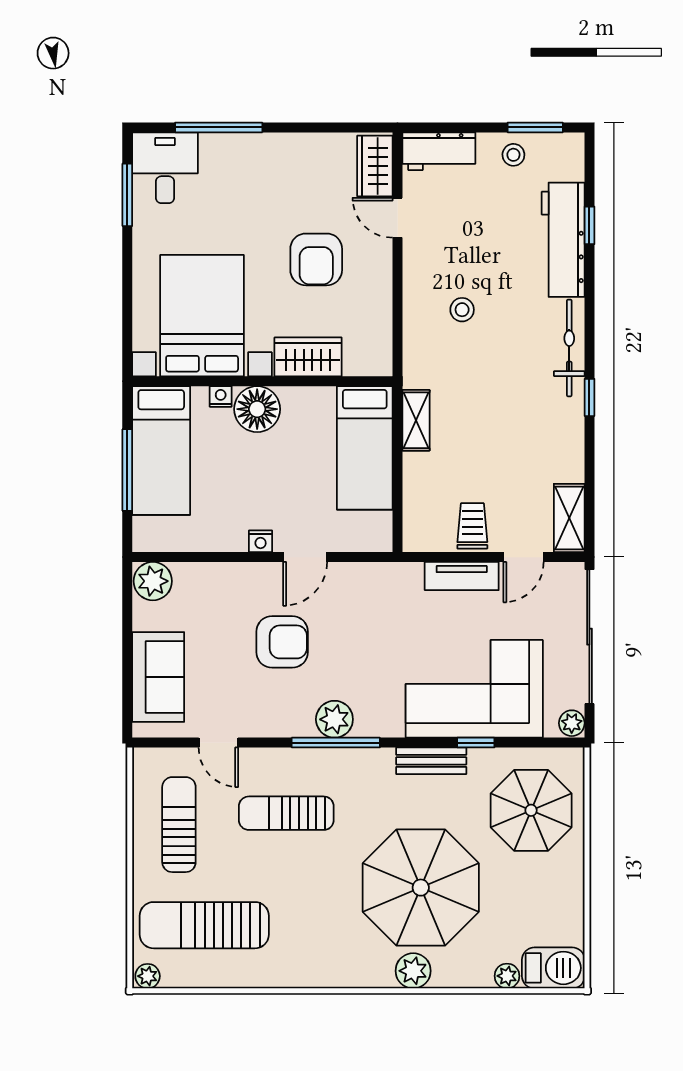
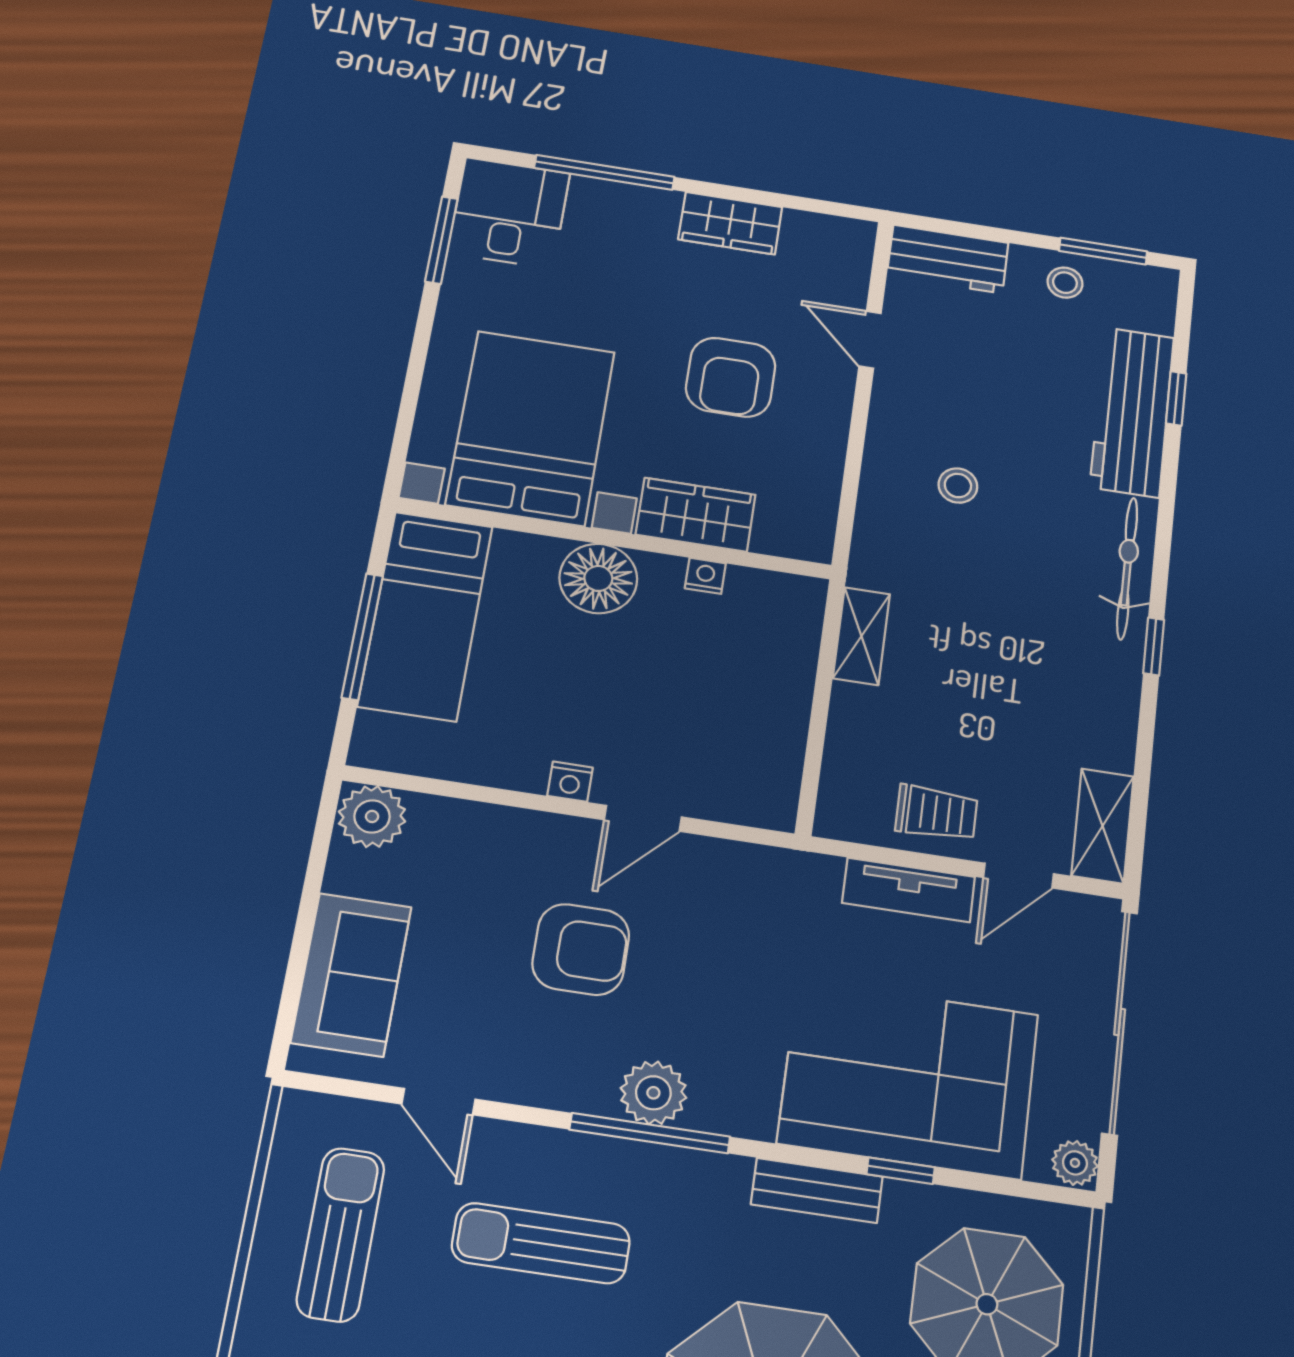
wardrobe: (375, 166) -> (730, 223), moved, turned -90
nightstand: (221, 397) -> (705, 576), moved
bed: (365, 448) -> (770, 665), removed
trolley: (472, 526) -> (936, 813), turned 90

